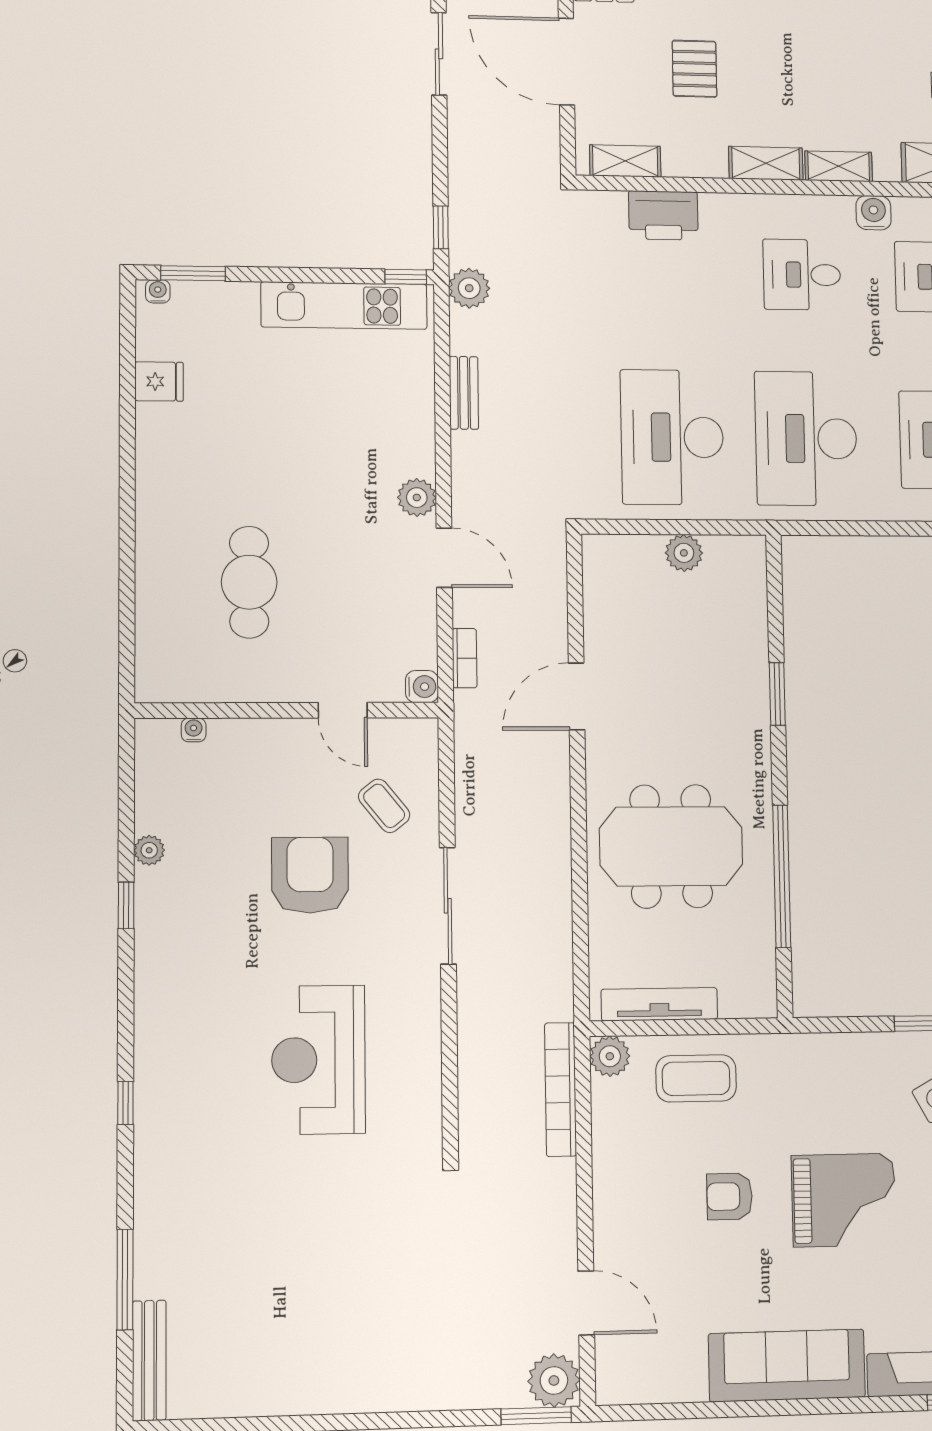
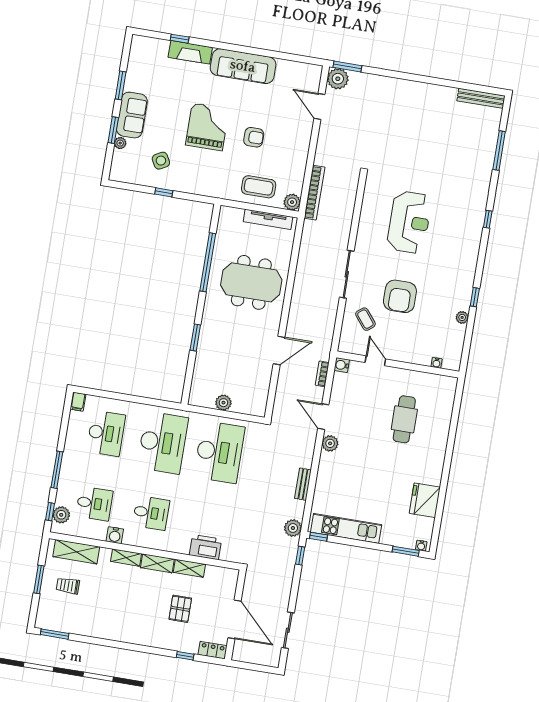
shelving: (625, 161) -> (189, 568), moved
fridge: (159, 381) -> (425, 500), width x1.88, depth x1.34
grand piano: (844, 1200) -> (207, 127), turned 90
bench: (149, 1361) -> (481, 98), moved, turned 90

